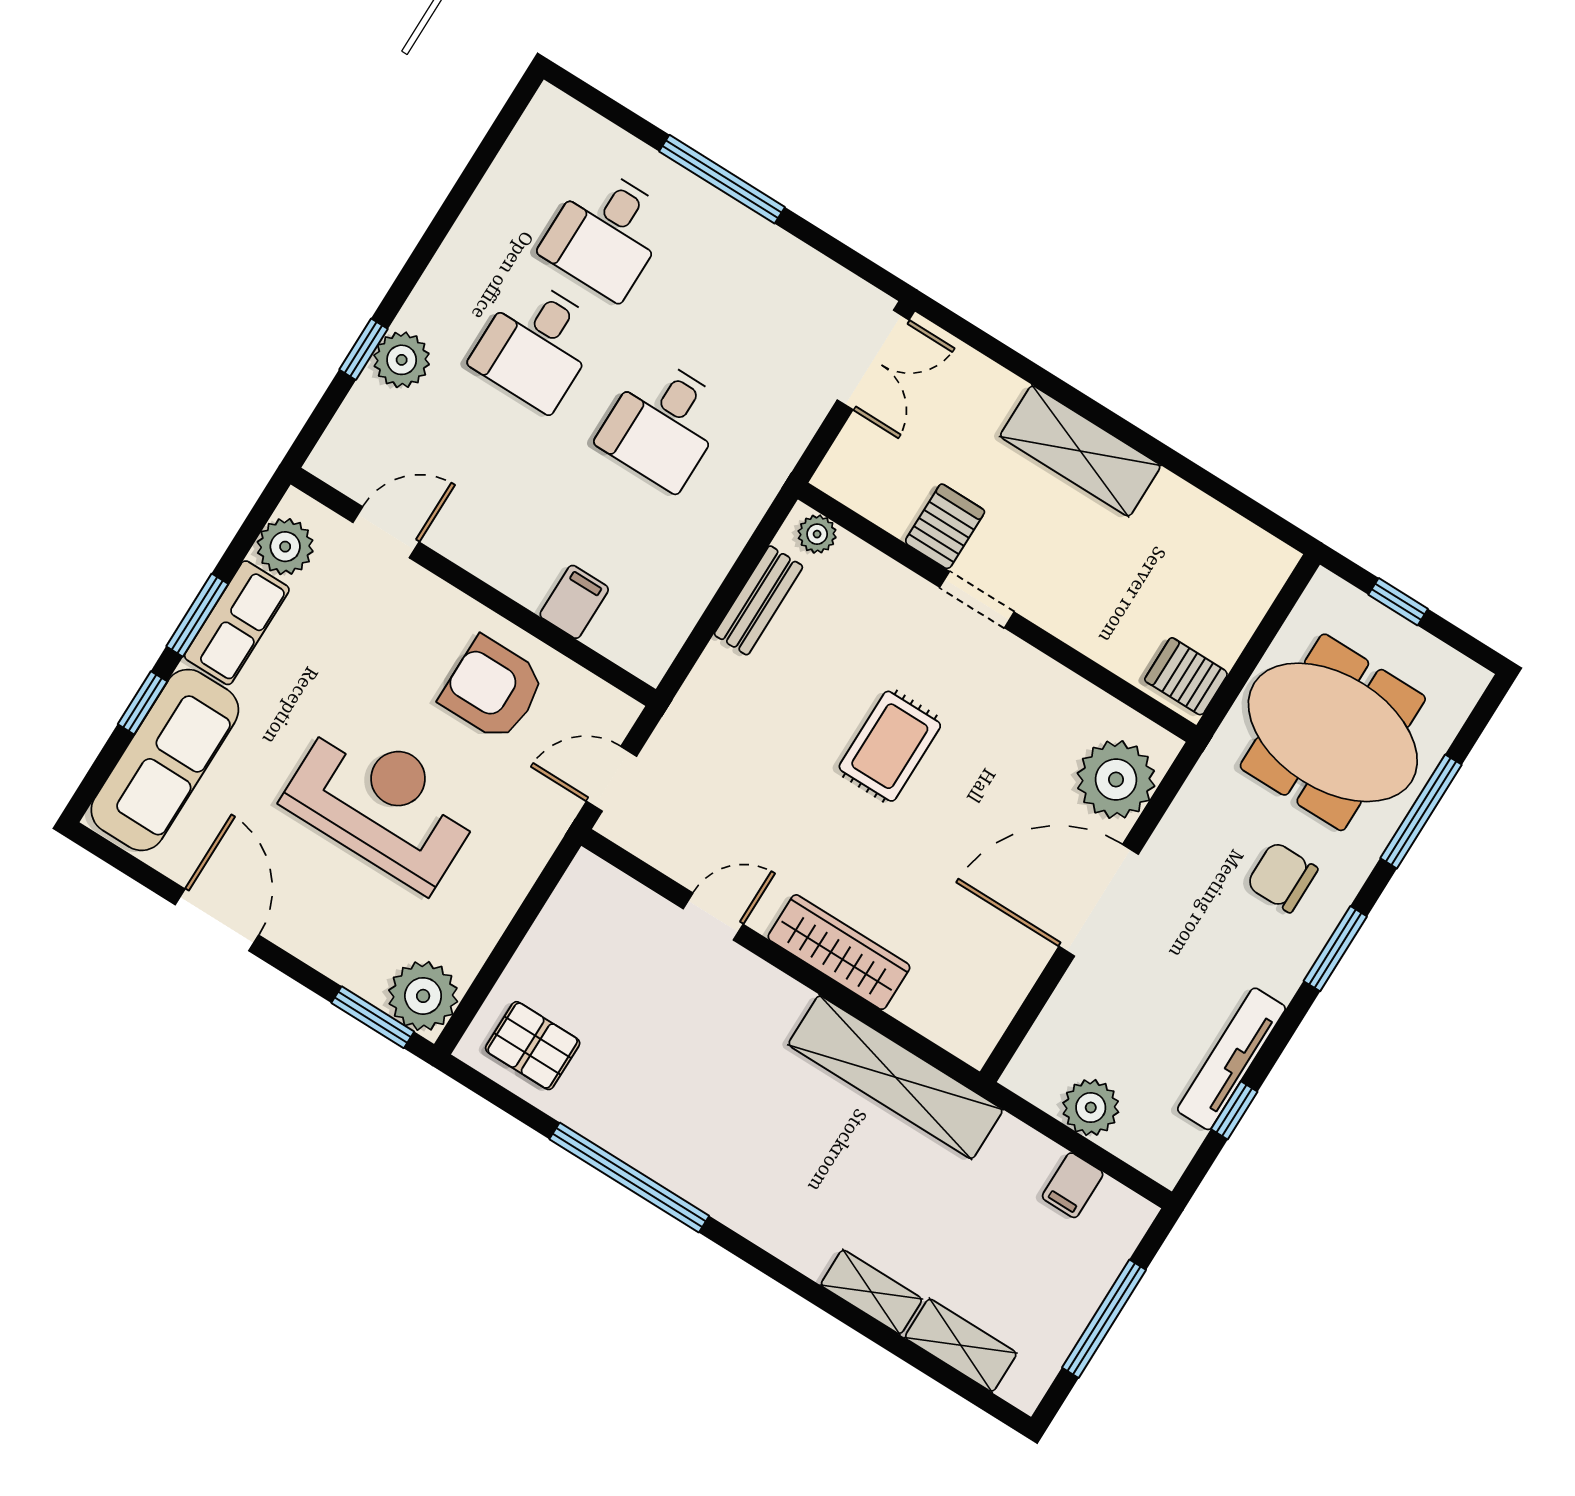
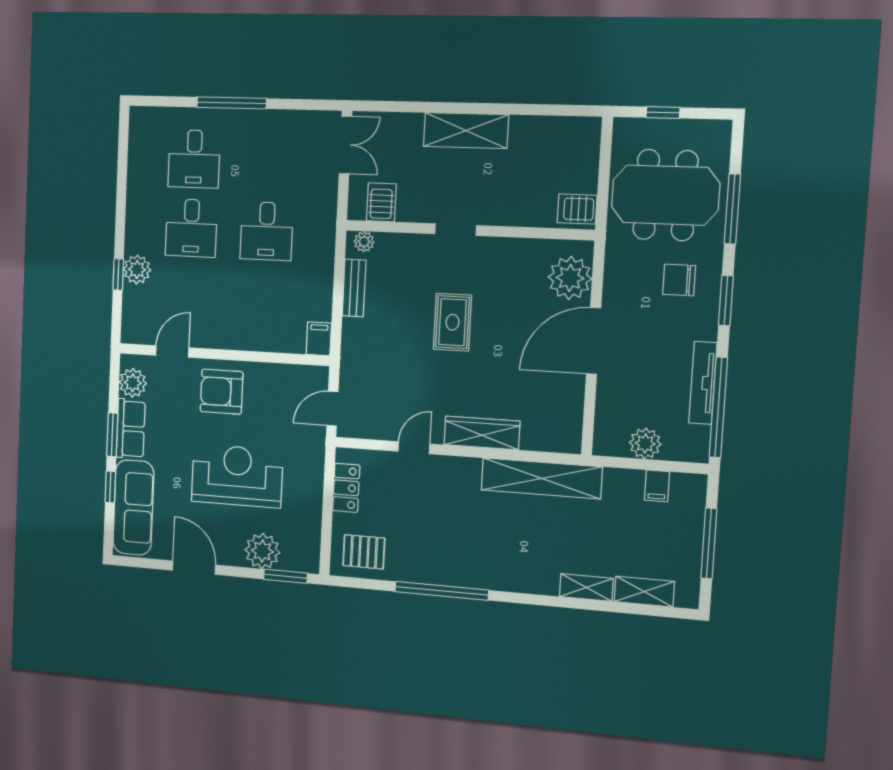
server rack: (945, 527) -> (381, 202), moved
filing cabinet: (574, 602) -> (319, 339), moved
armchair: (493, 689) -> (222, 392), moved
locker: (562, 923) -> (346, 488), added
plant: (423, 996) -> (262, 551), moved
window: (1234, 1110) -> (718, 407), width x3.17

